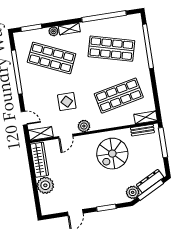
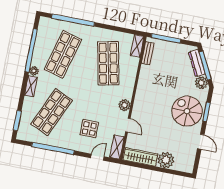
plant: (53, 31) -> (34, 71), moved
display table: (67, 102) -> (89, 129), moved
spiral stairs: (112, 154) -> (187, 111), moved, turned 180

